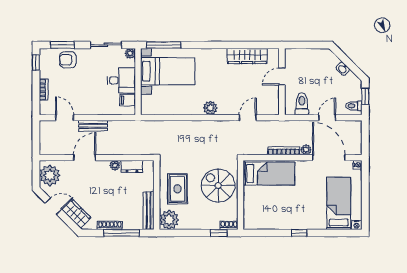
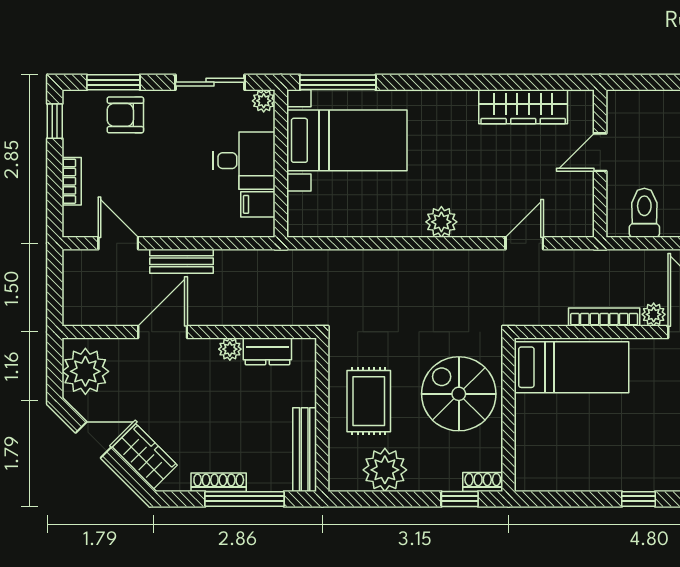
plant: (169, 220) -> (385, 470), moved

